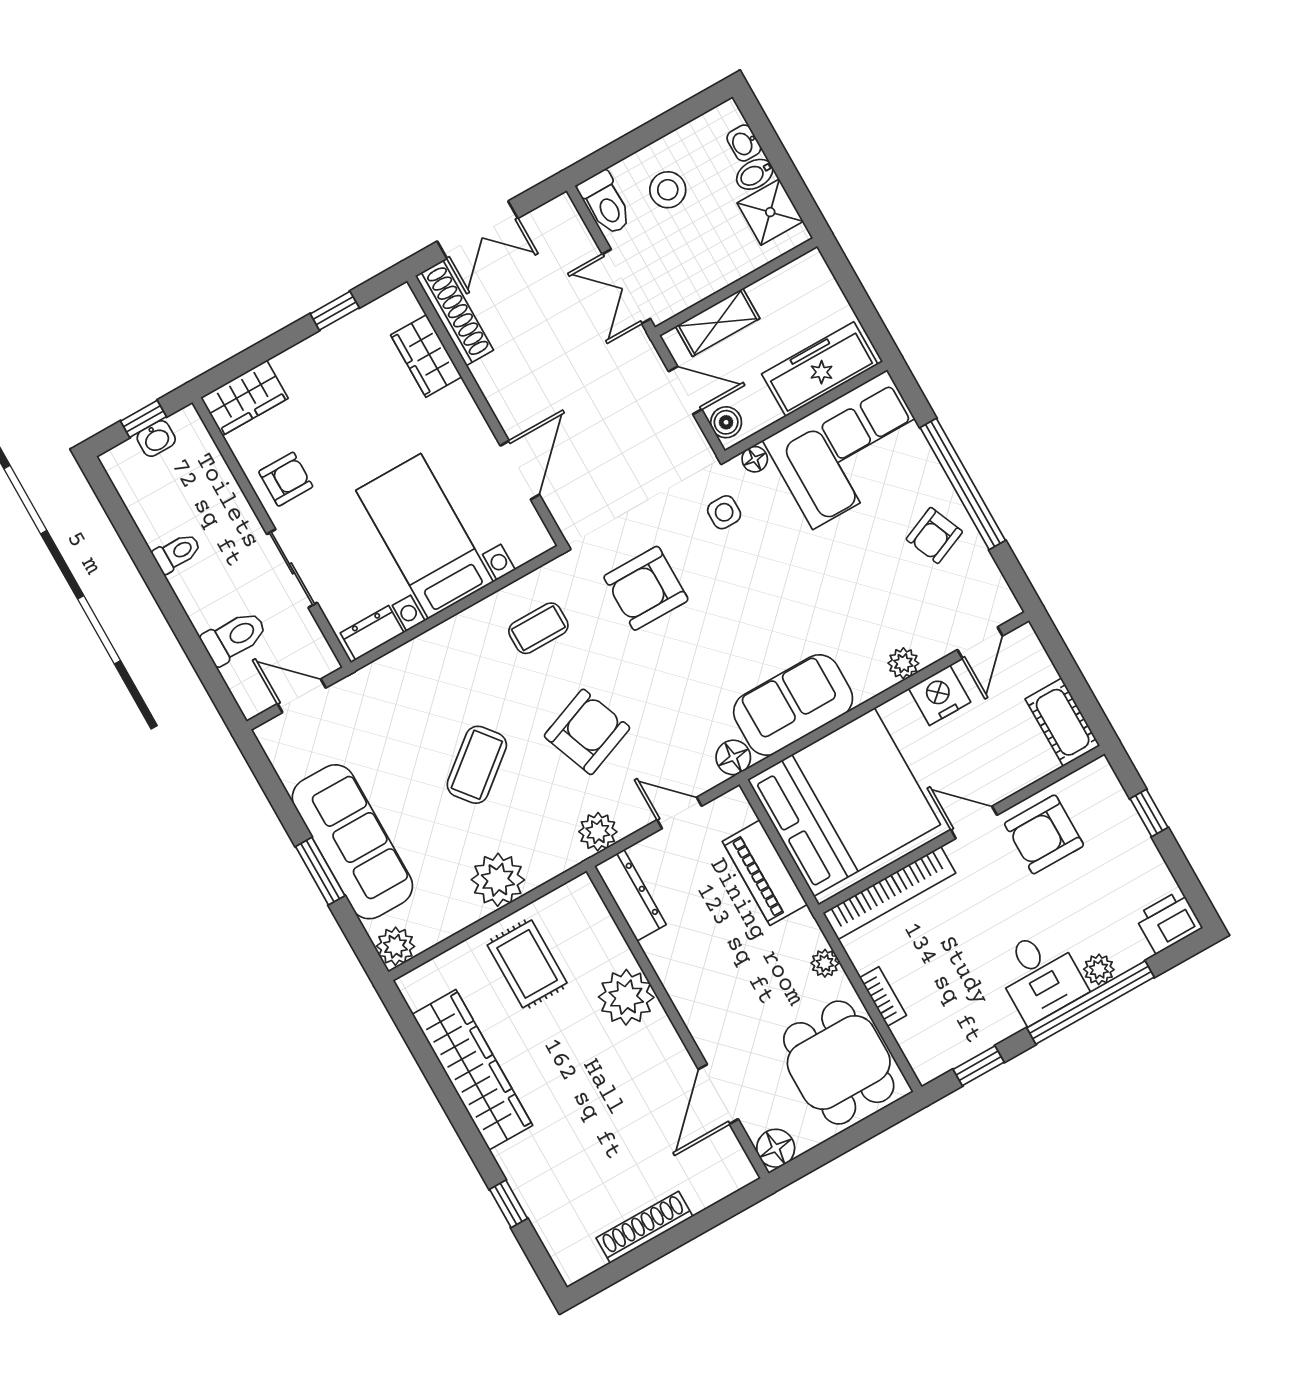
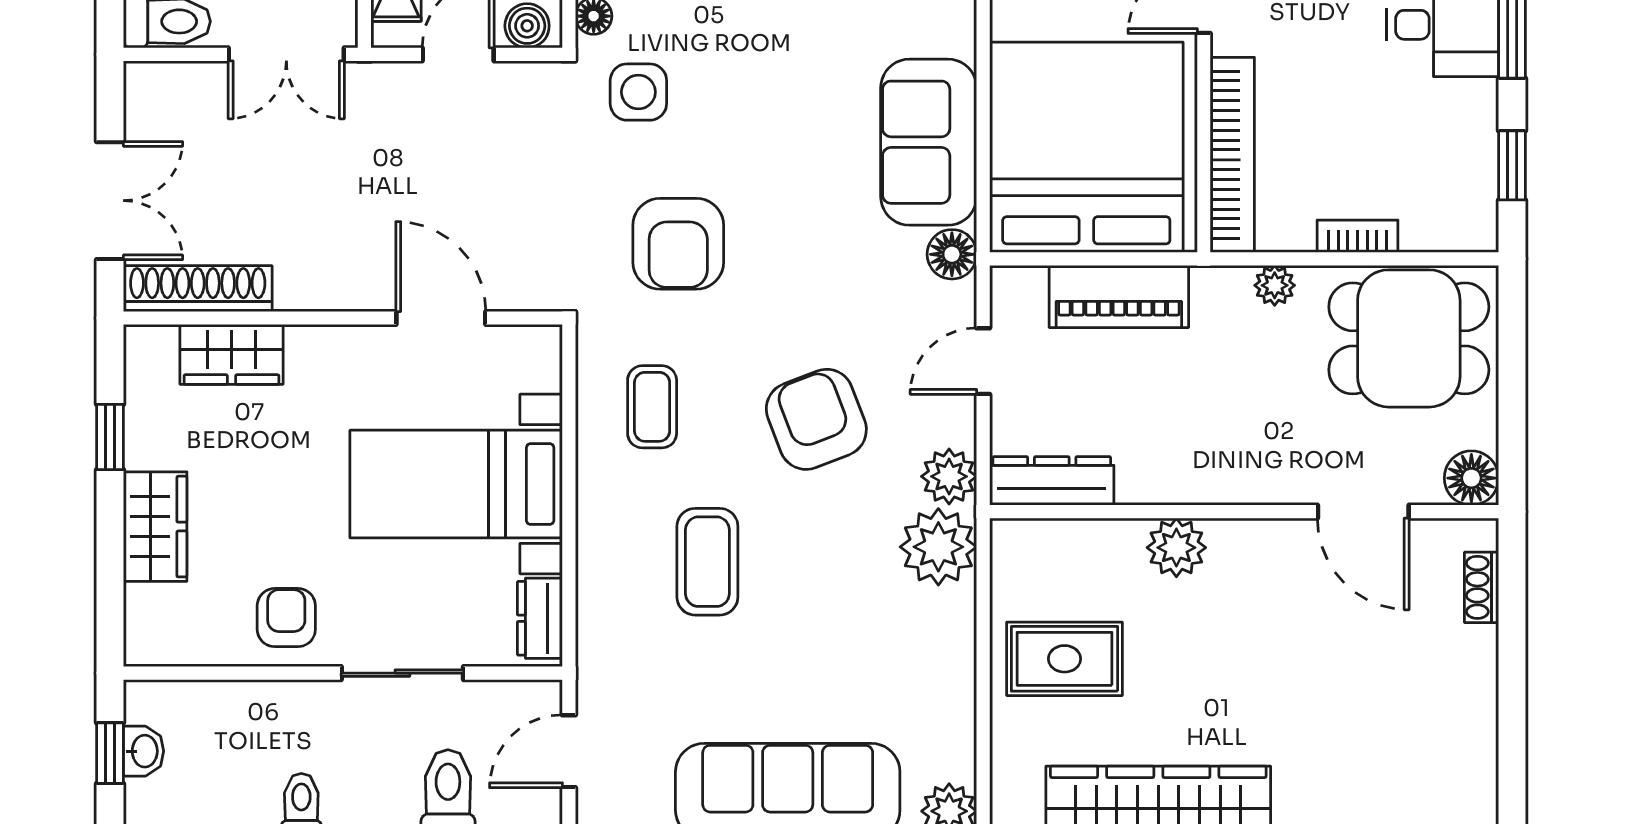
wardrobe: (244, 398) -> (155, 527), moved
side table: (724, 512) -> (638, 92), width x1.37, depth x1.37
coffee table: (477, 765) -> (707, 562), moved, turned 39
plant: (498, 880) -> (938, 547), moved
plant: (626, 997) -> (1176, 548), width x0.73, depth x0.73
shoe rack: (644, 1227) -> (1481, 587), moved, width x0.51, depth x0.81

